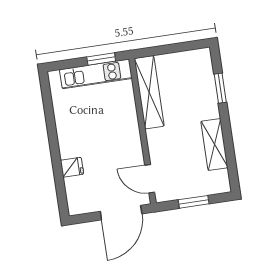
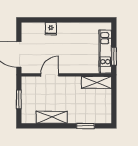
shelving: (149, 92) -> (96, 82), width x0.68
door: (150, 179) -> (50, 75), moved

